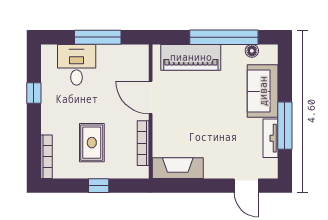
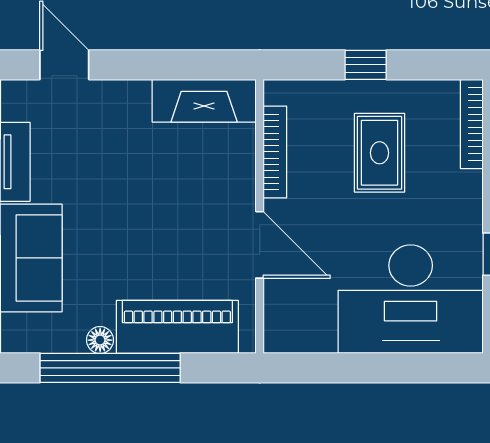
window: (98, 37) -> (367, 368), removed
floor lamp: (252, 51) -> (100, 340), moved
desk: (77, 65) -> (411, 299), width x1.87, depth x1.30

